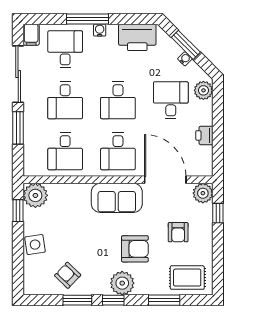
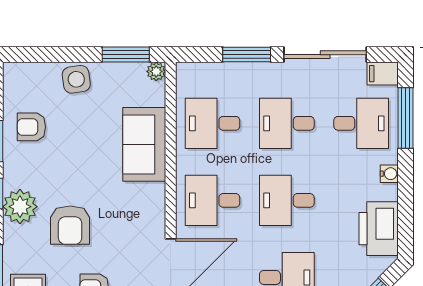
window: (87, 19) -> (405, 118), moved
plant: (35, 195) -> (156, 71), width x0.53, depth x0.53
sofa: (117, 198) -> (144, 144), moved
window: (18, 211) -> (126, 55), width x1.50
armchair: (68, 275) -> (31, 127), turned -134

